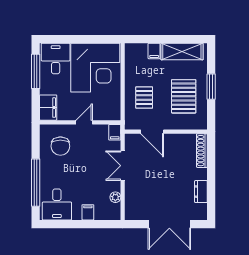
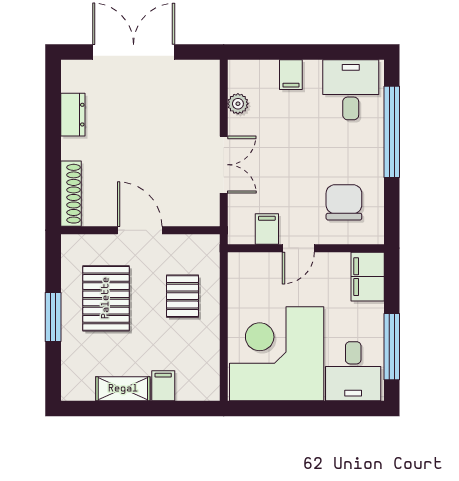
shelving: (182, 52) -> (123, 389), width x0.67, depth x0.75
filing cabinet: (115, 132) -> (267, 229), moved
door: (152, 132) -> (140, 230), moved

